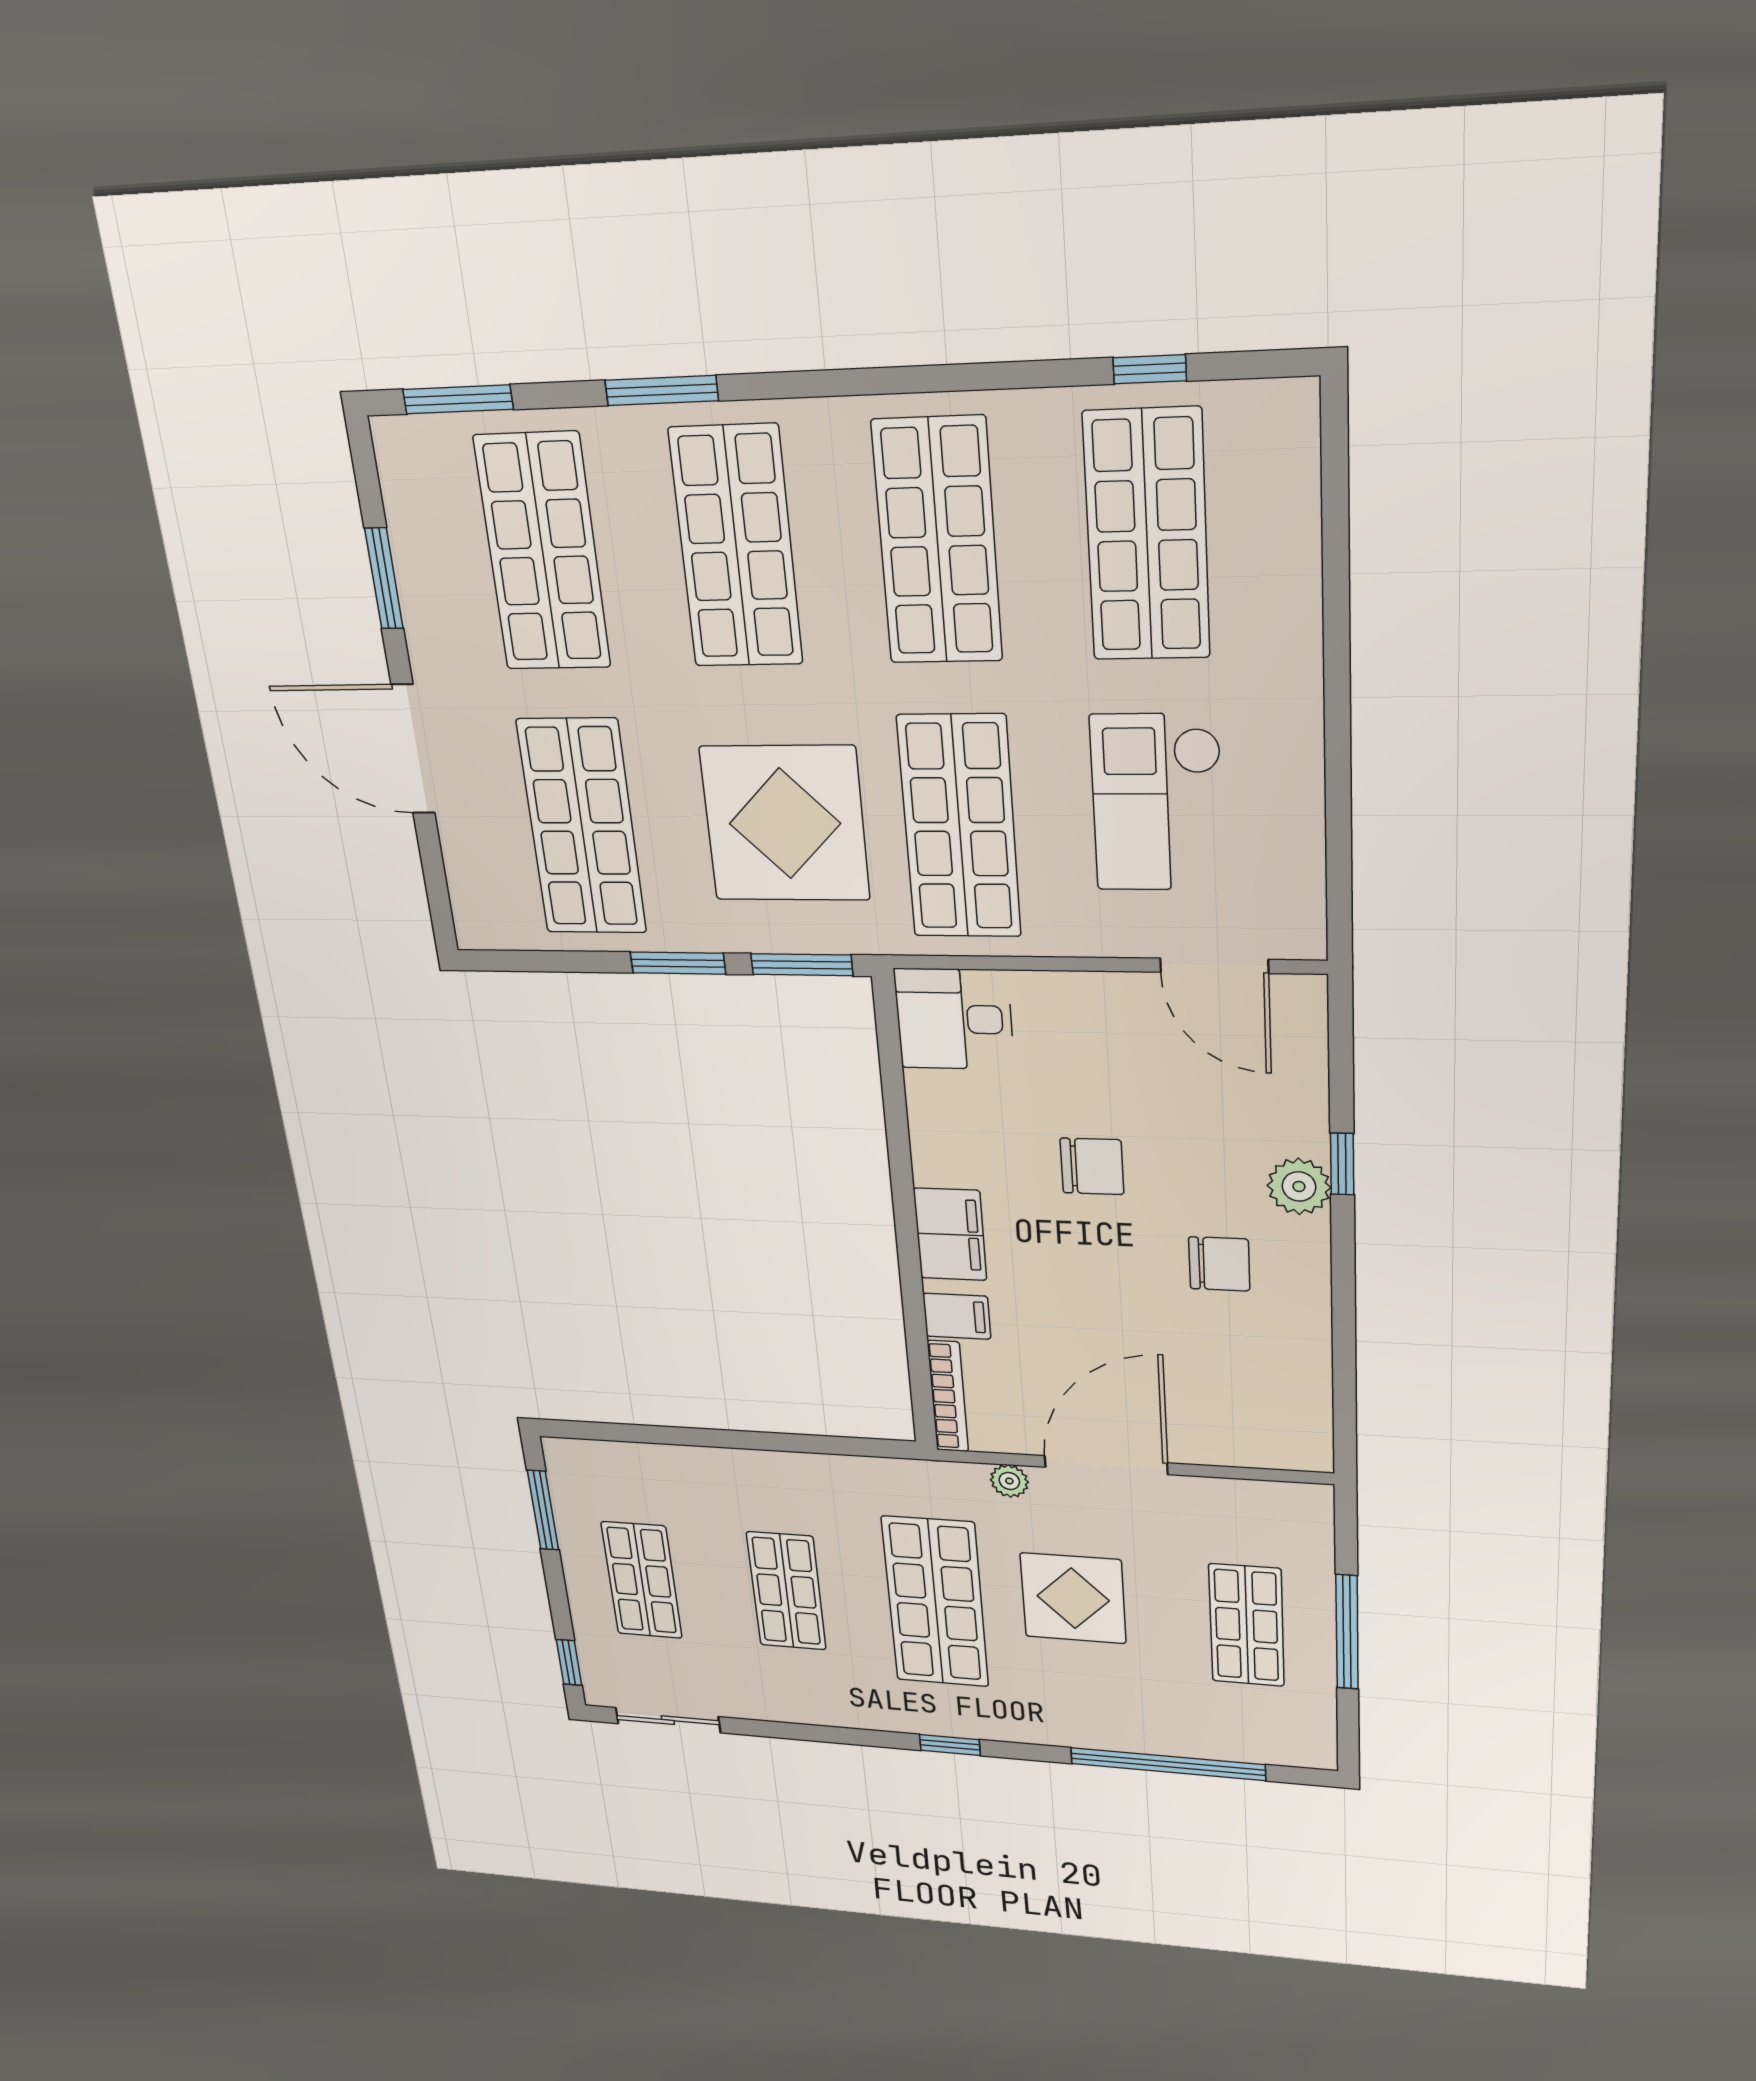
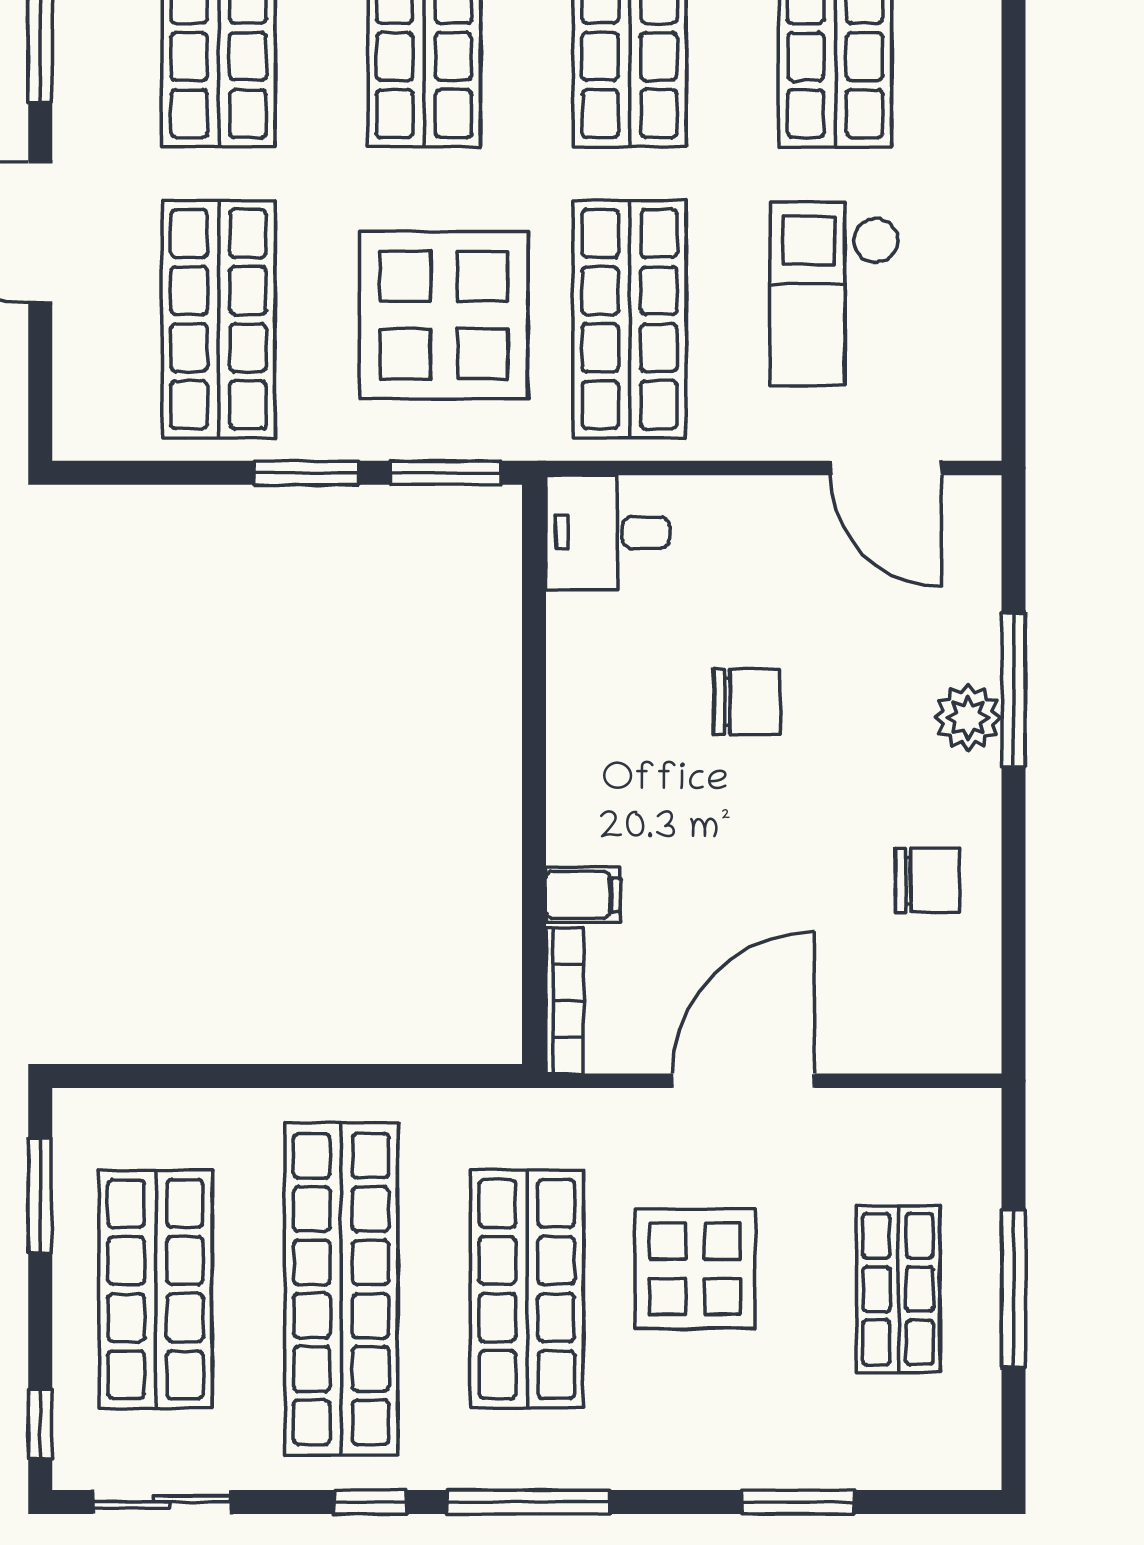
window: (1342, 1164) -> (1014, 689), width x2.17
filing cabinet: (950, 1234) -> (583, 791), removed
chair: (1219, 1264) -> (928, 880), moved
plant: (1009, 1481) -> (629, 1110), removed
shop shelf: (642, 1580) -> (156, 1289), width x1.43, depth x1.36
shop shelf: (786, 1591) -> (341, 1289), width x2.00, depth x1.36
window: (826, 1734) -> (370, 1502), added
window: (950, 1745) -> (528, 1502), width x2.17
window: (1168, 1764) -> (798, 1502), width x0.47

